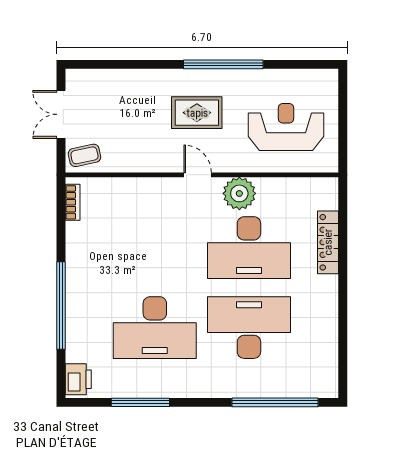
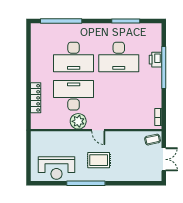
reception desk: (286, 127) -> (56, 168), moved
desk: (155, 328) -> (119, 57), turned 180
printer: (78, 379) -> (156, 60), moved

